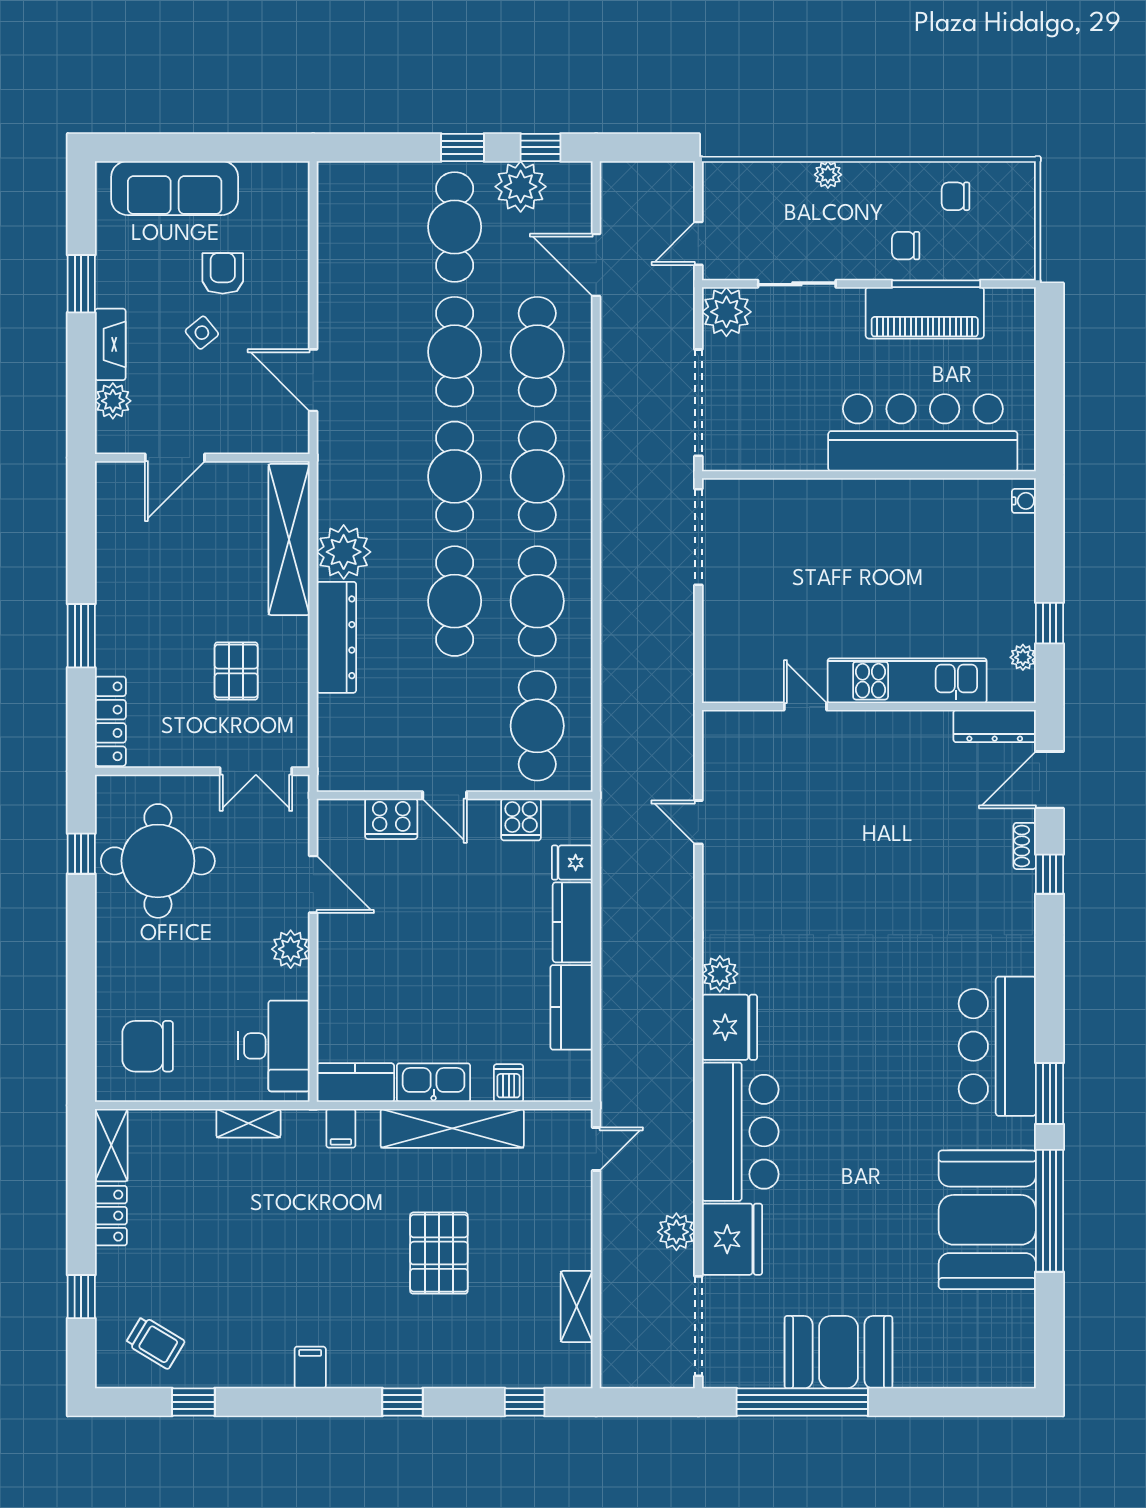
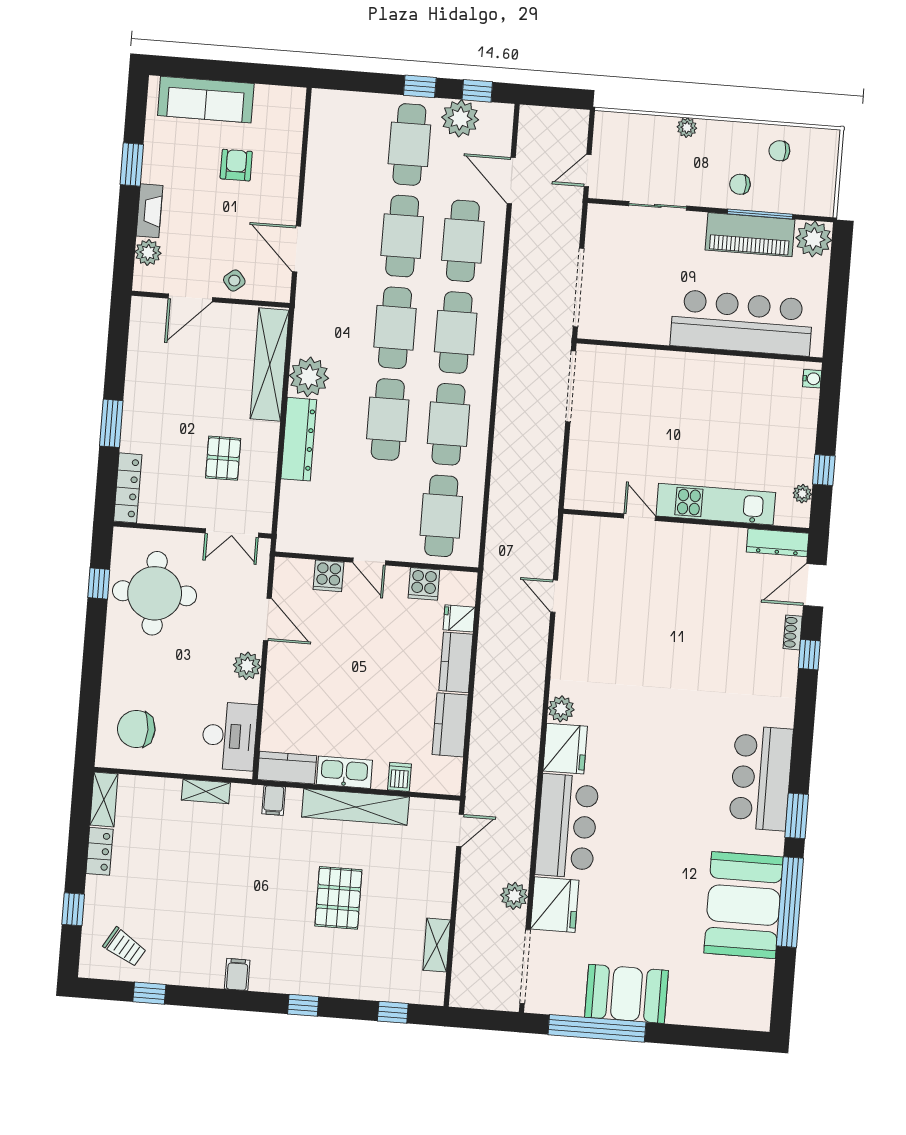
plant: (726, 312) -> (814, 239), moved
side table: (202, 333) -> (234, 281), moved
cooker: (391, 819) -> (329, 576), width x0.73

